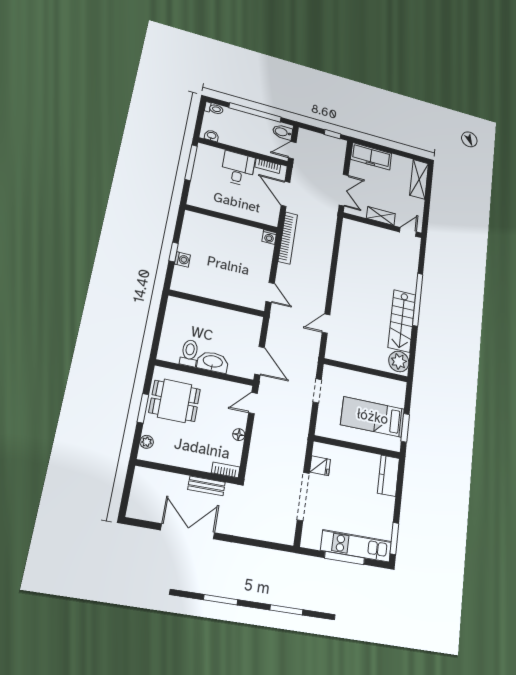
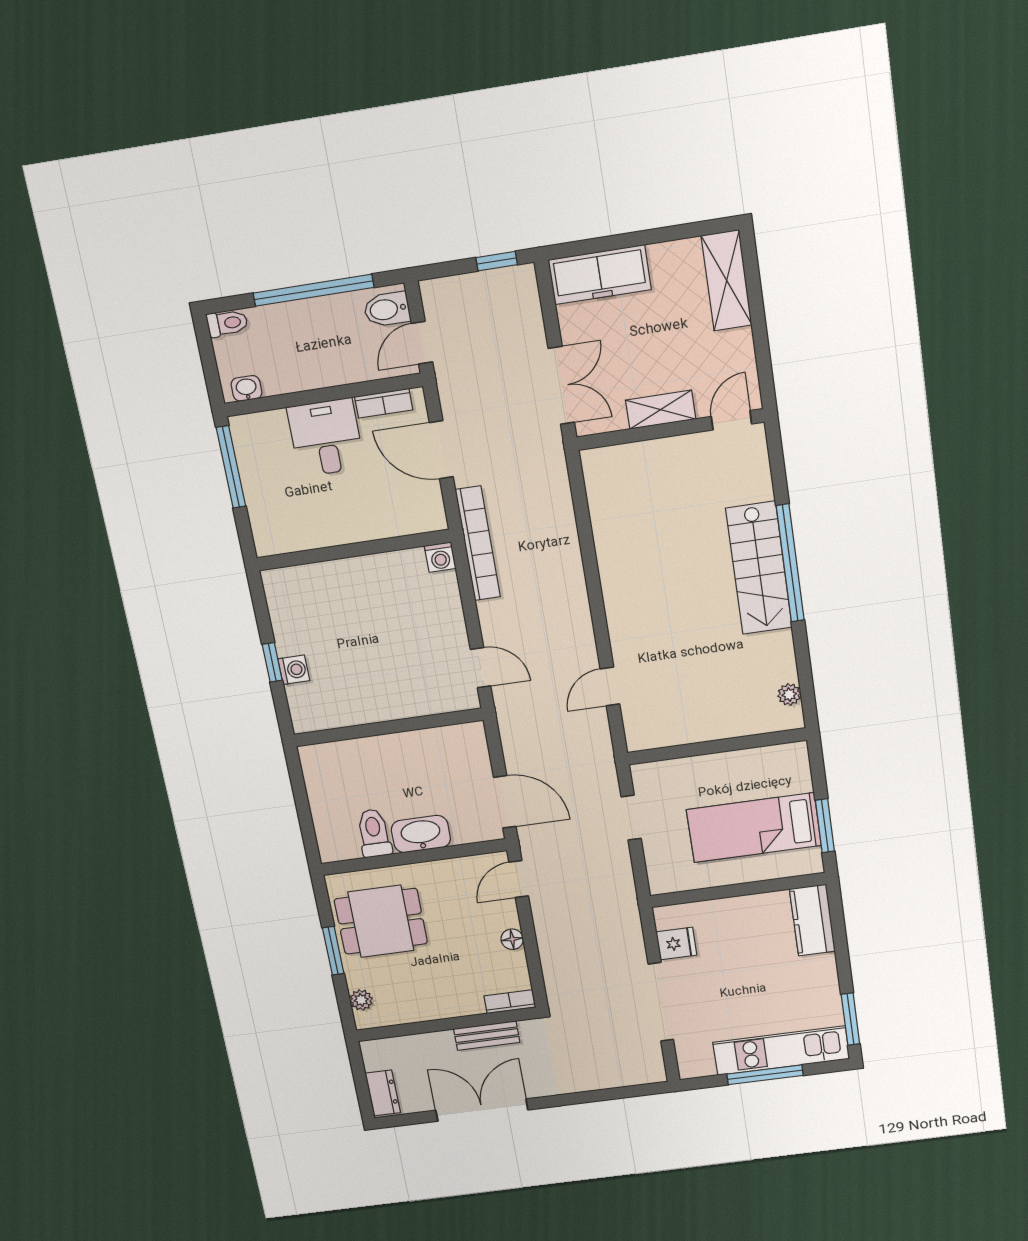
stairs: (402, 321) -> (759, 568), moved
plant: (399, 362) -> (789, 695), width x0.53, depth x0.53
dresser: (136, 502) -> (383, 1093), added

